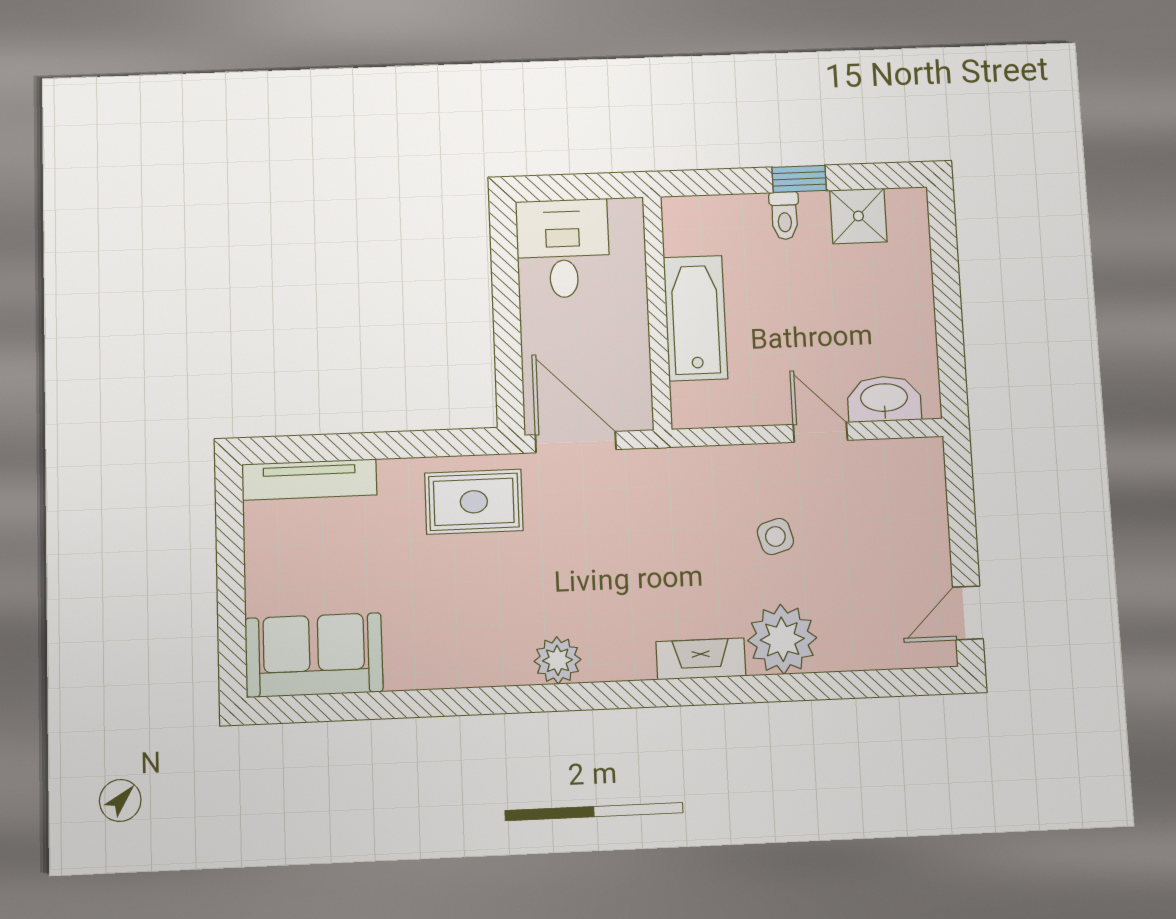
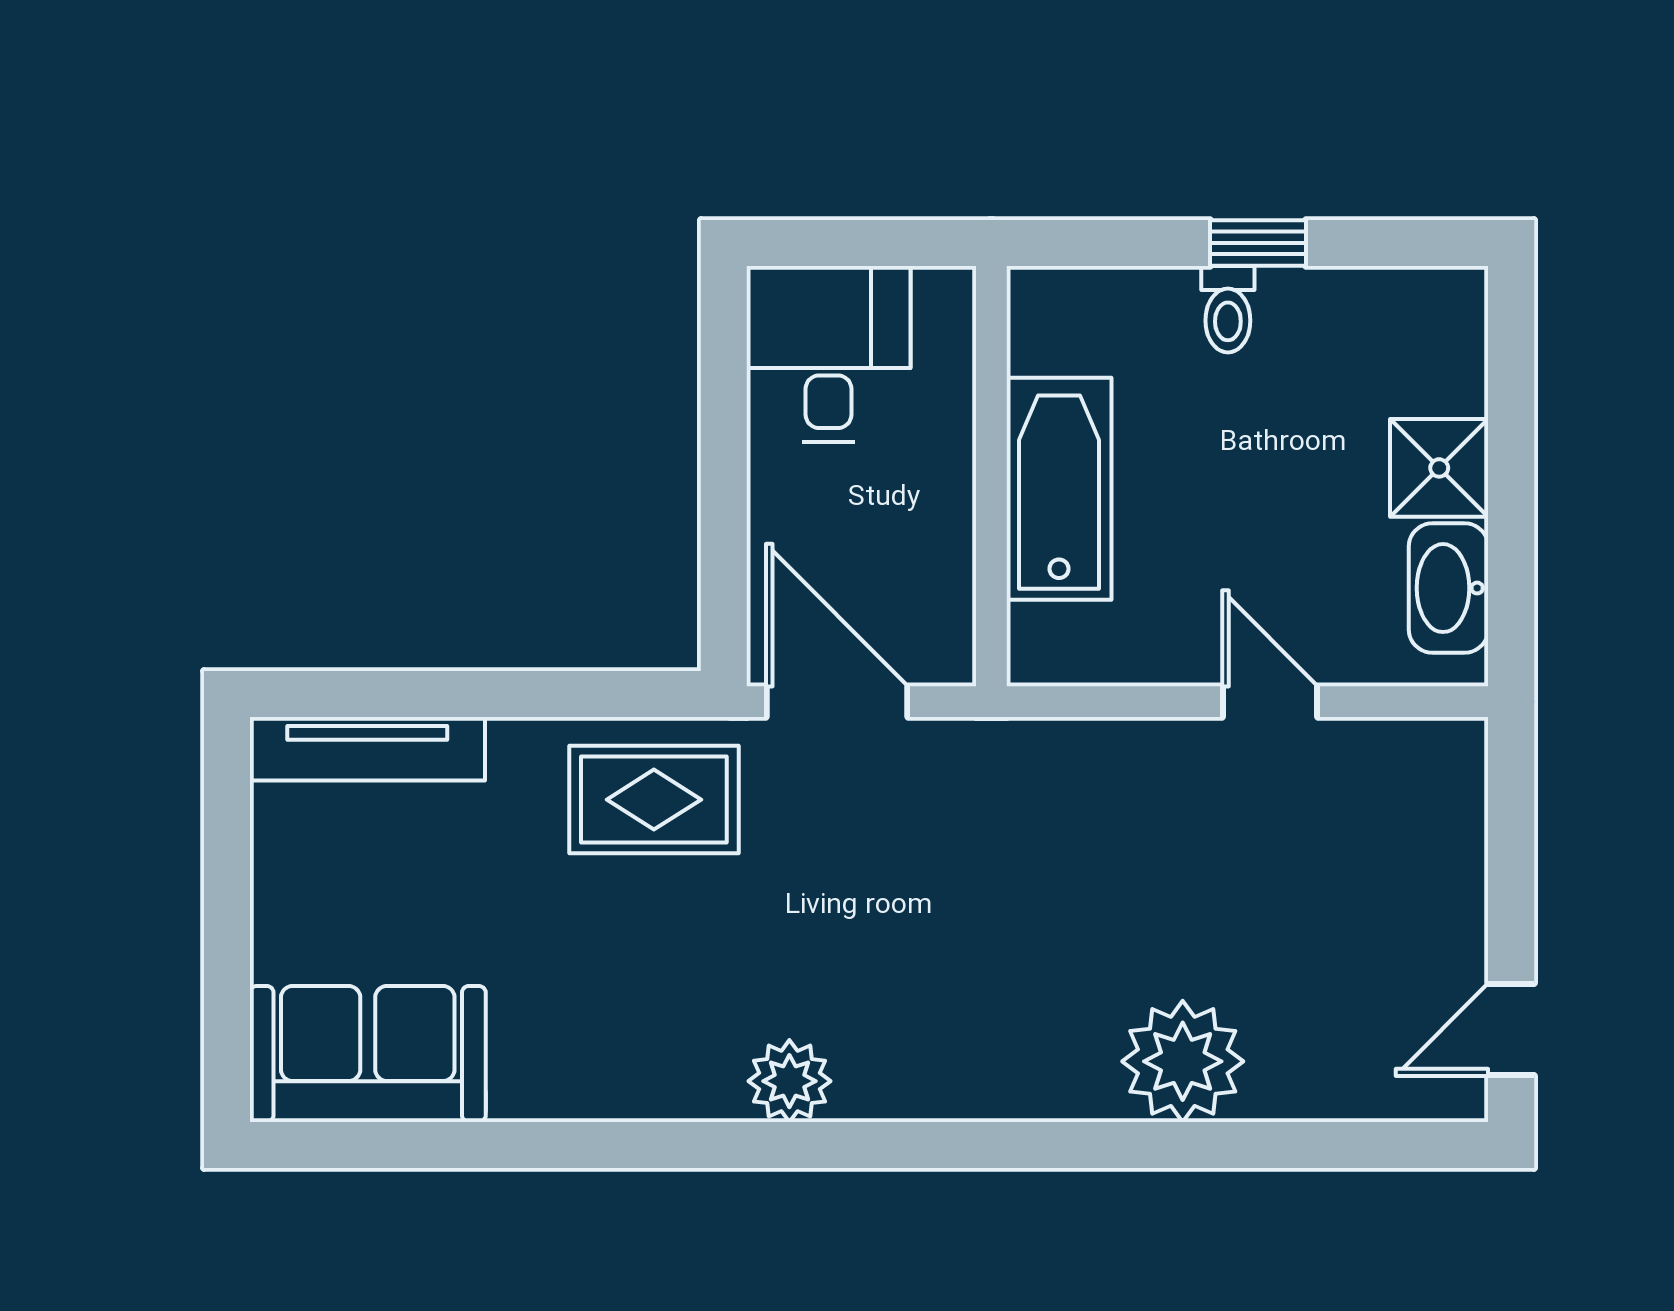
shower: (858, 216) -> (1439, 468), moved
washbasin: (884, 399) -> (1449, 588), moved, turned -90
side table: (775, 536) -> (1181, 882), removed
fireplace: (701, 659) -> (1039, 1089), removed

